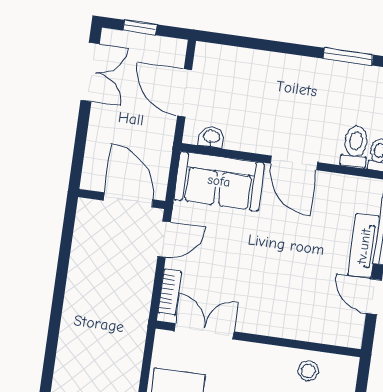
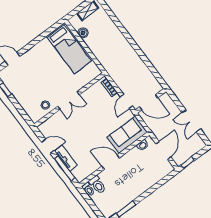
window: (140, 27) -> (188, 163), moved
double door: (90, 72) -> (191, 121), moved
door: (185, 93) -> (163, 150), hinge flipped
double door: (204, 331) -> (68, 101), moved

